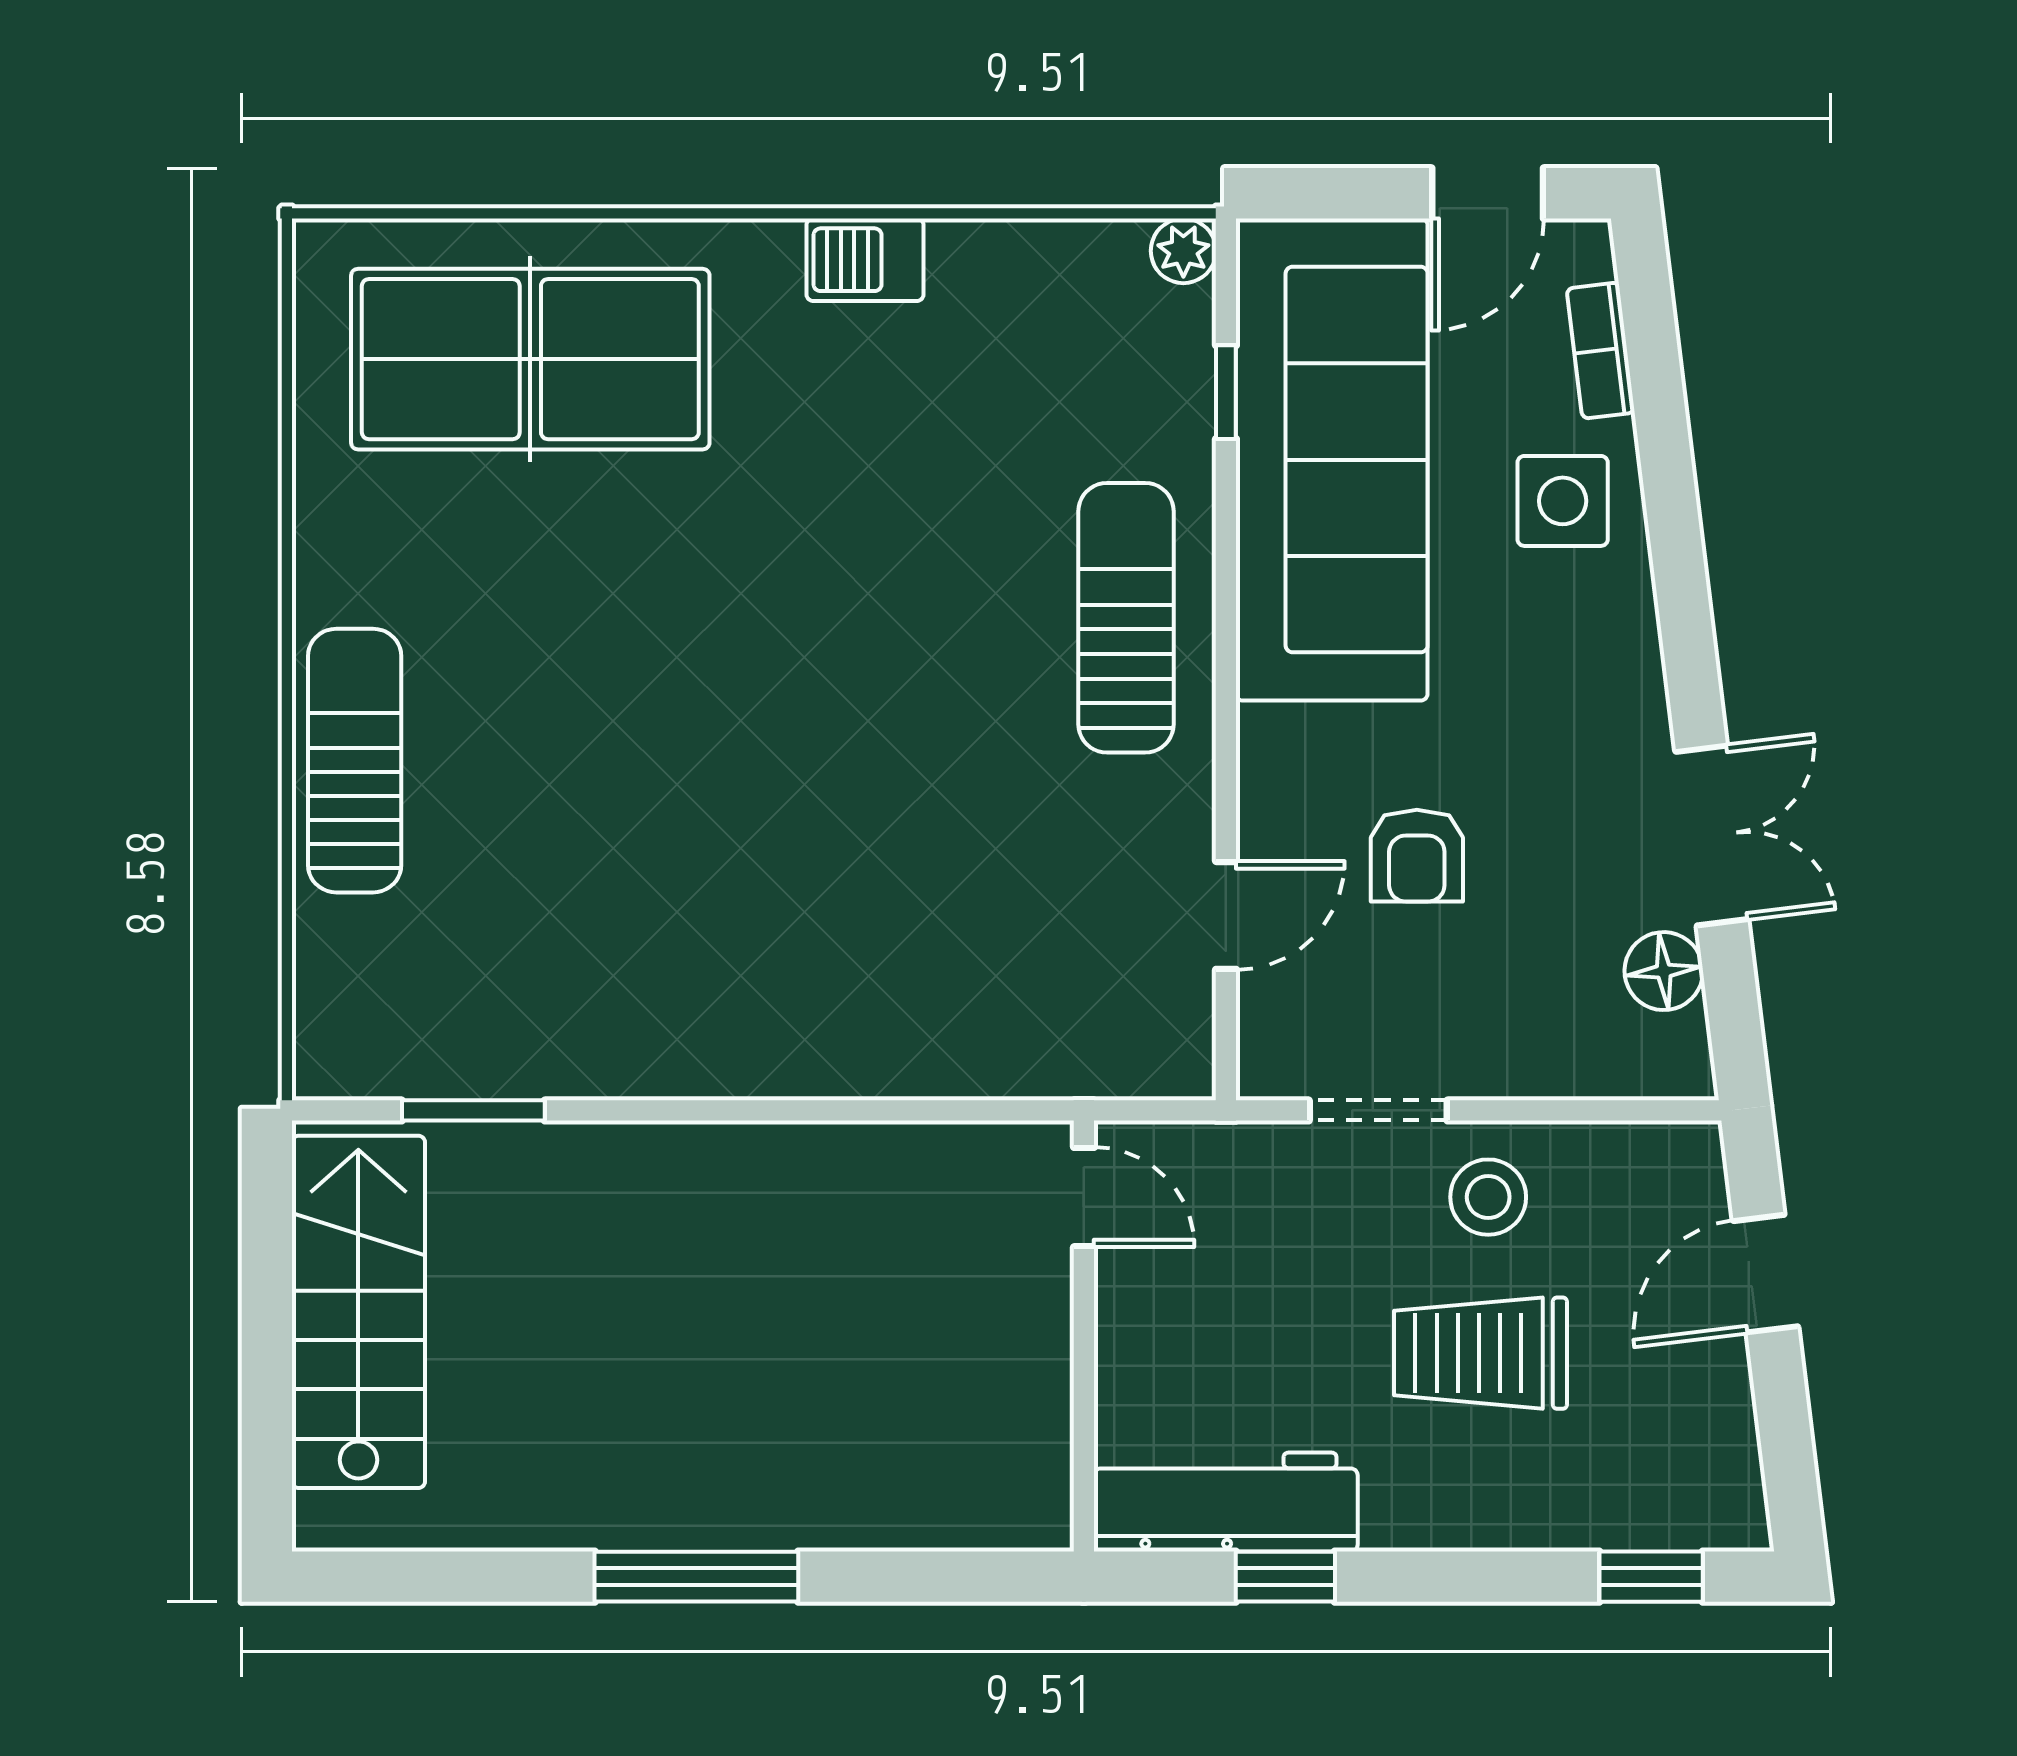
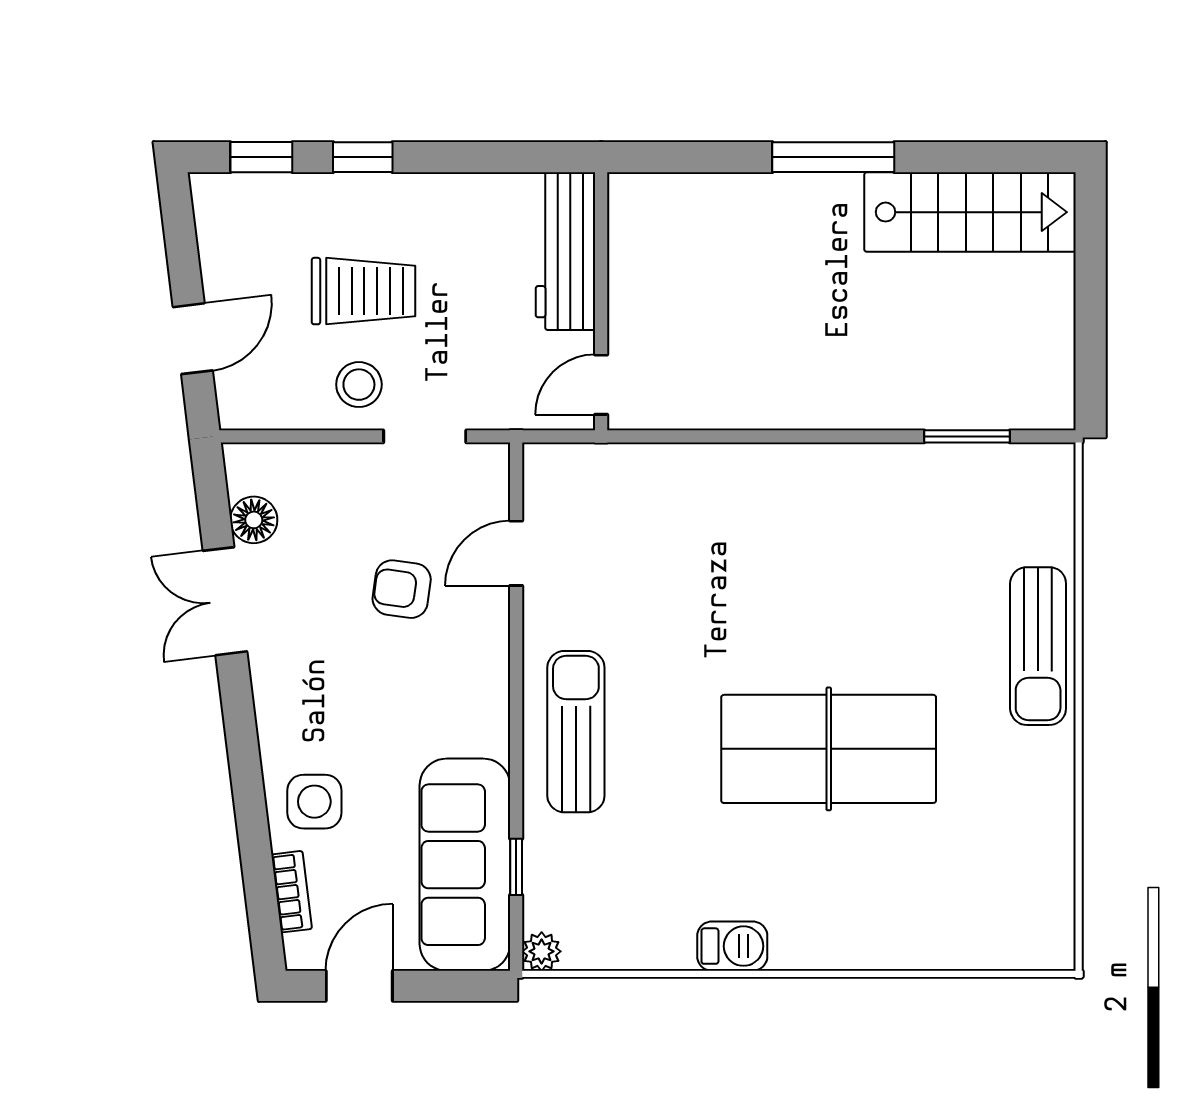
table tennis table: (530, 359) -> (829, 749), moved
sofa: (1332, 460) -> (465, 865), width x0.74, depth x0.79
sun lounger: (1126, 618) -> (576, 732), turned 180
armchair: (1417, 856) -> (402, 589), turned -82
door: (1084, 1197) -> (601, 385), hinge flipped
stairs: (358, 1312) -> (970, 212), moved, turned -90
workbench: (1226, 1502) -> (565, 251), moved, turned 90
window: (1285, 1577) -> (363, 157), moved

